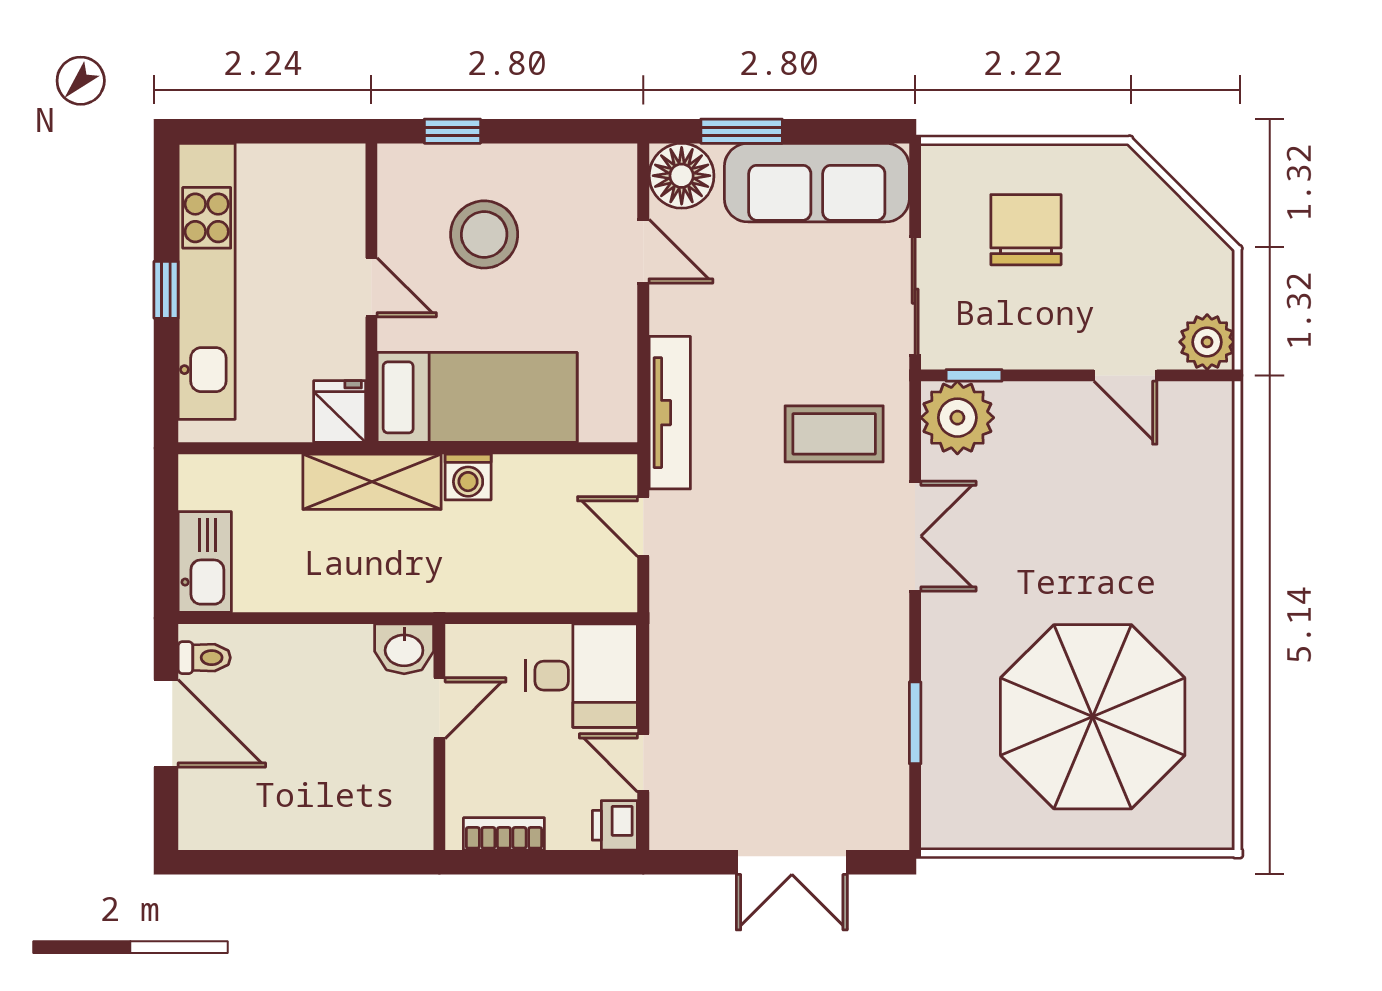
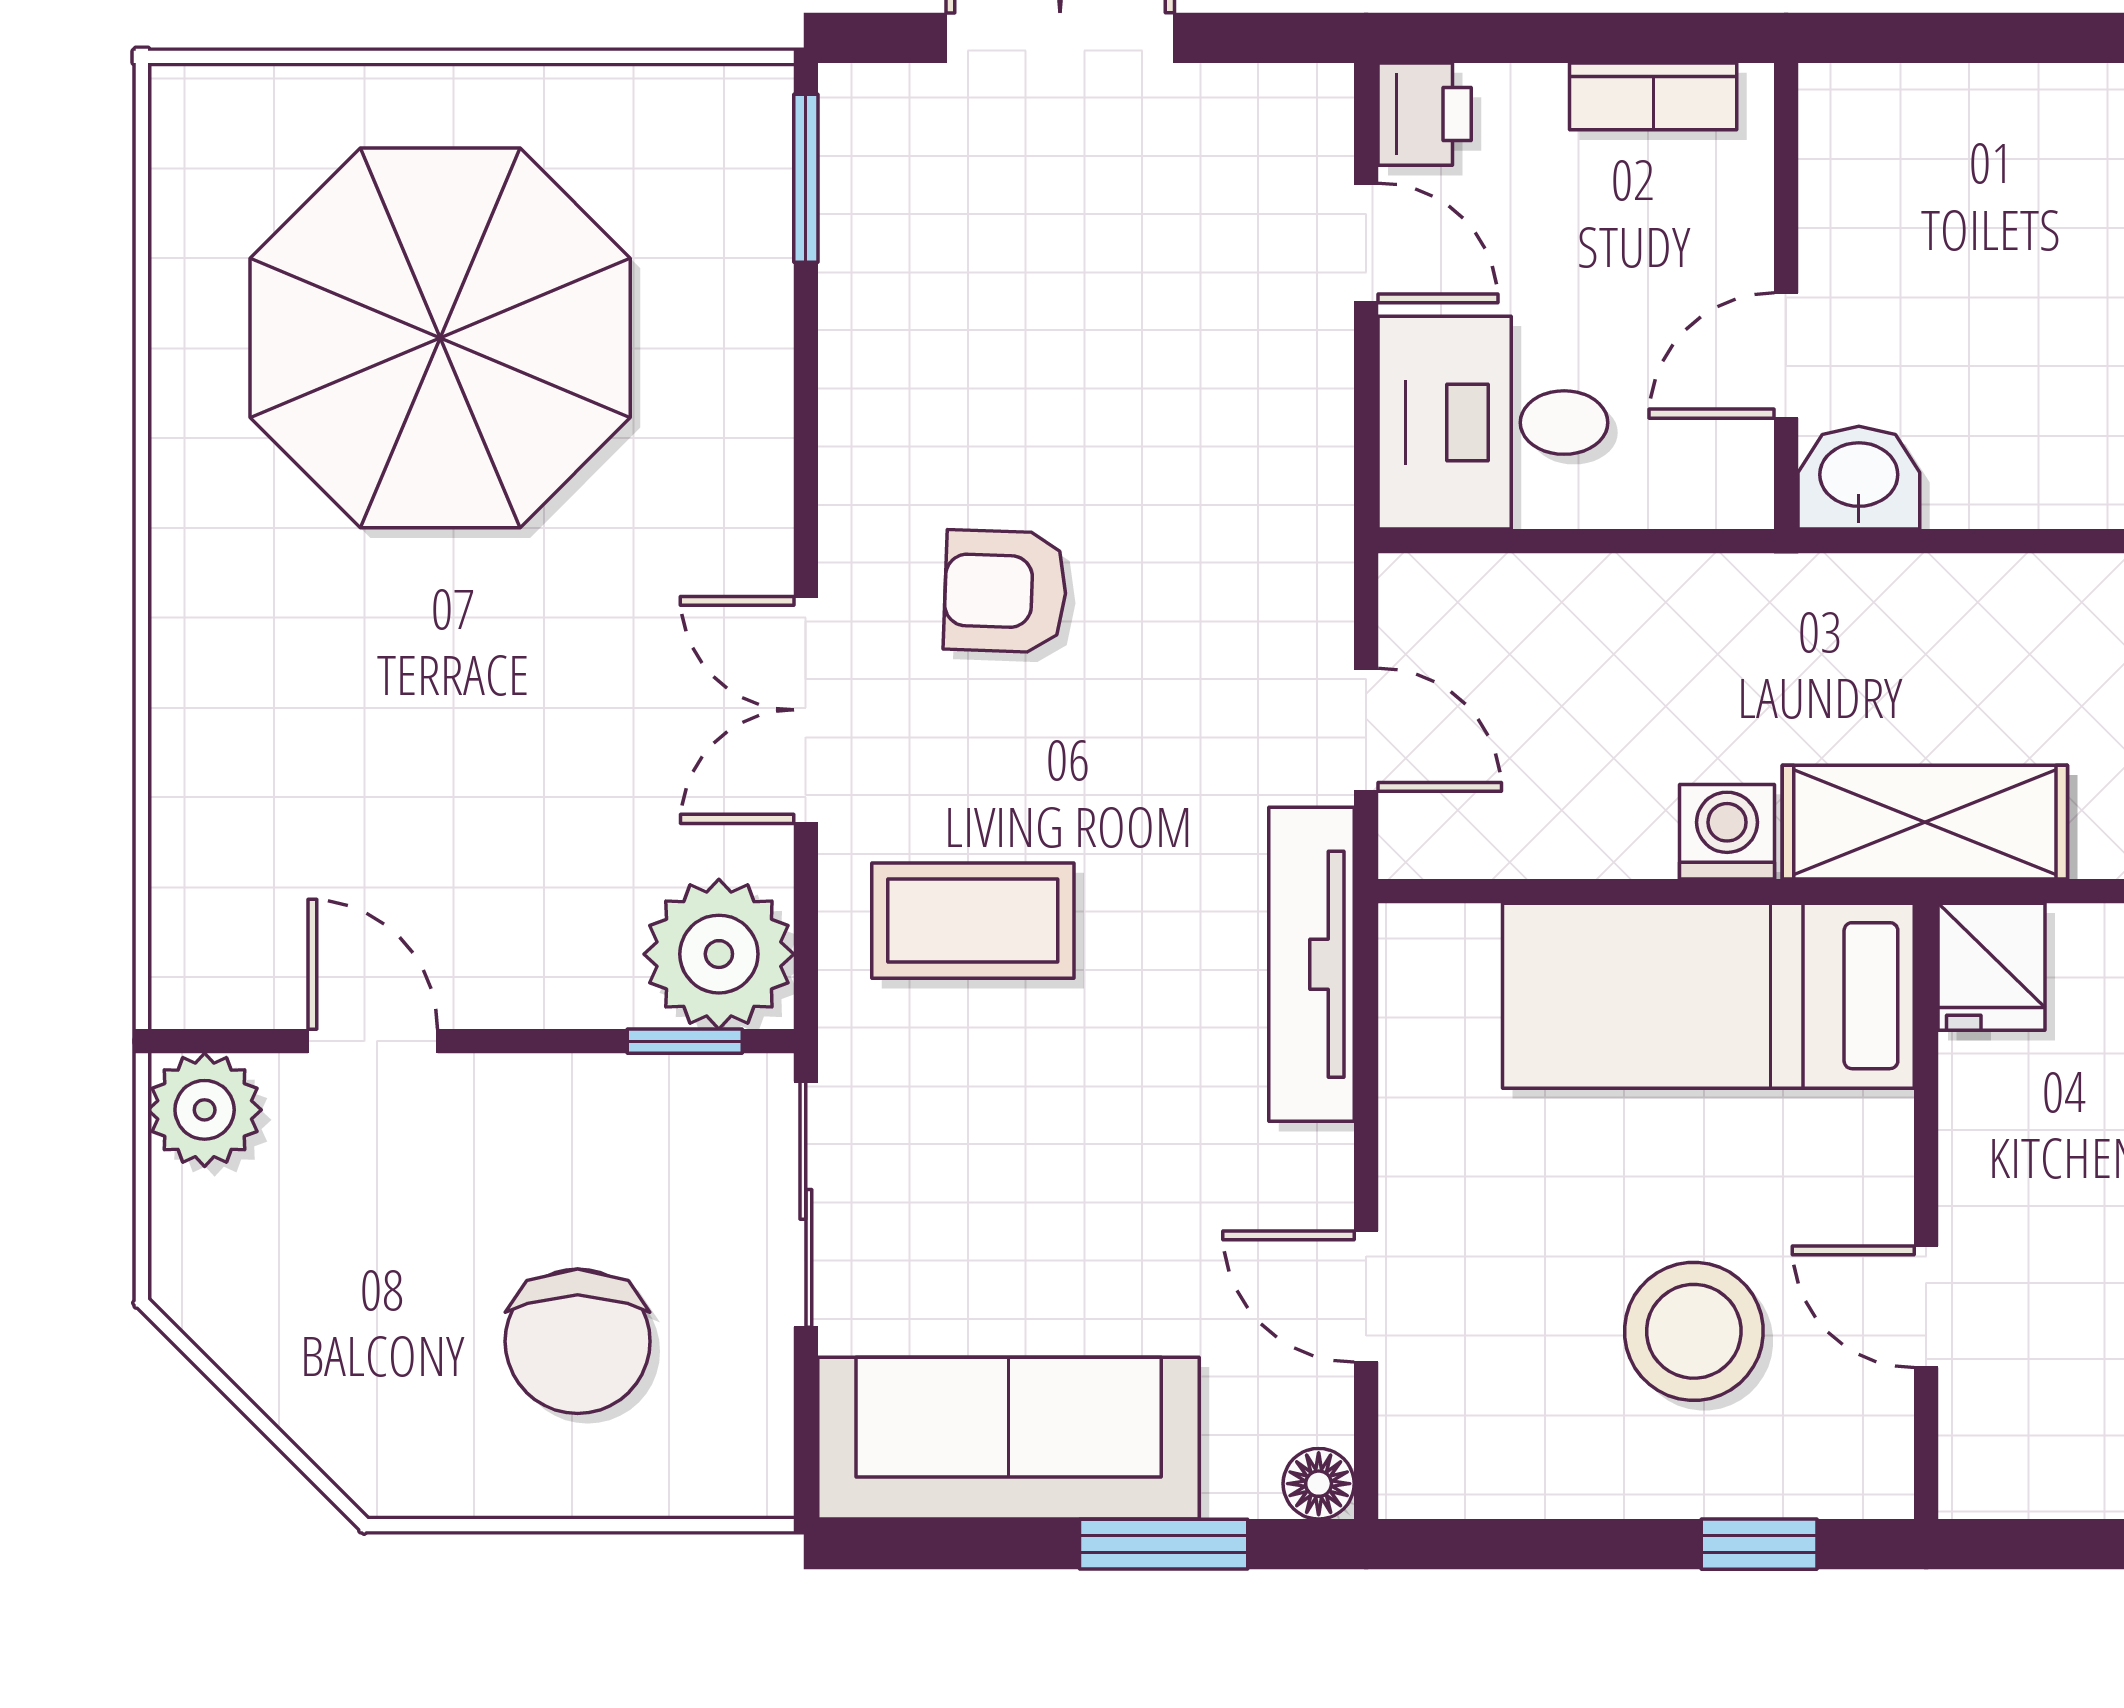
floor lamp: (682, 176) -> (1319, 1484), width x0.53, depth x0.53
door: (371, 287) -> (1926, 1307), moved
armchair: (818, 594) -> (1005, 591), added
window: (915, 723) -> (806, 178), moved

